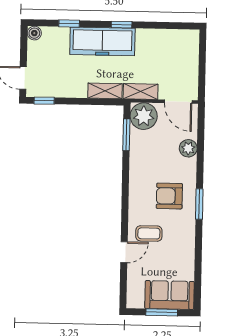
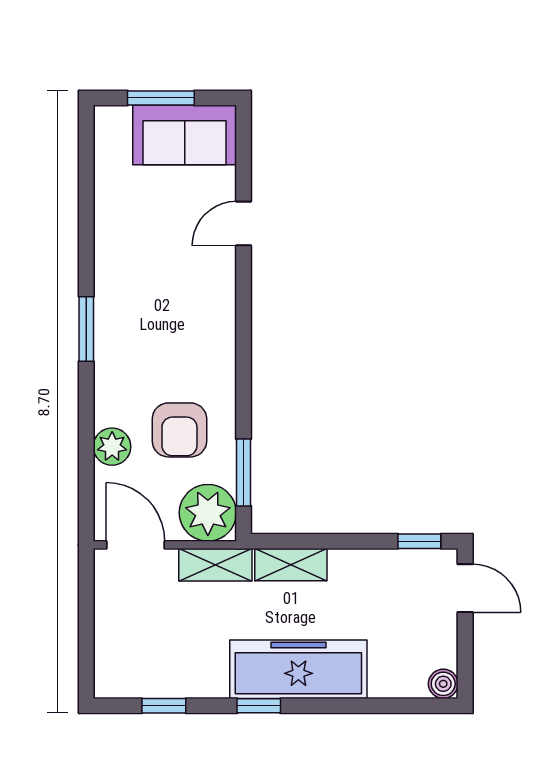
window: (69, 23) -> (164, 706), moved
armchair: (169, 196) -> (179, 430), moved, turned 90
coffee table: (149, 233) -> (192, 264), removed
sofa: (170, 295) -> (185, 135), moved

